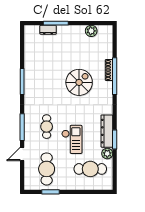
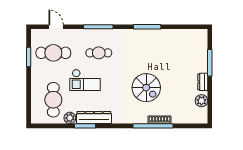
dresser: (48, 30) -> (203, 82), moved
door: (22, 154) -> (56, 27), moved

